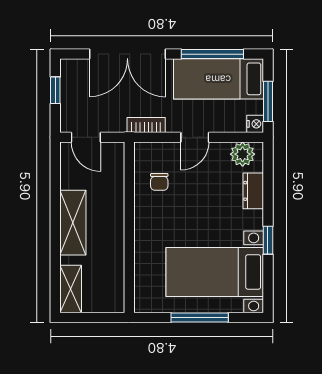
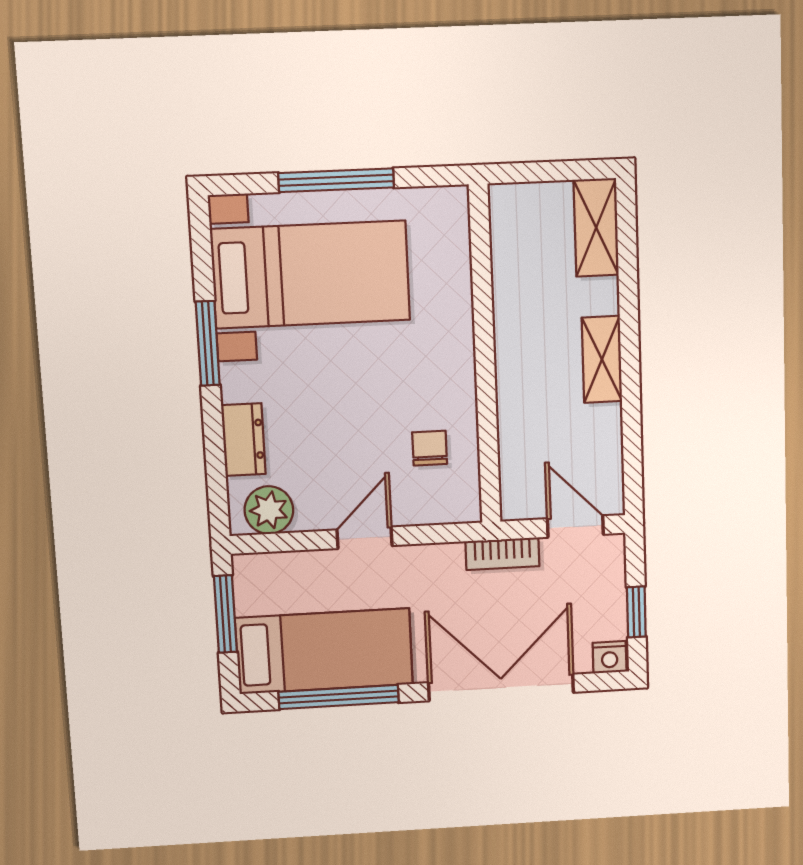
nightstand: (255, 124) -> (610, 657), moved, turned -90
bookcase: (146, 125) -> (502, 554), moved
shelving: (73, 223) -> (602, 359), width x0.67, depth x0.75
window: (268, 240) -> (208, 343), width x1.50

